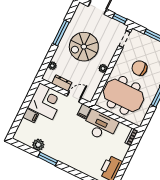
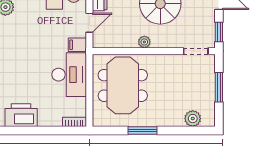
chair: (139, 68) -> (168, 89), removed
door: (74, 97) -> (89, 23), hinge flipped

